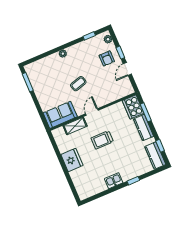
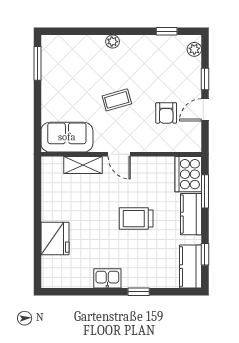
armchair: (107, 58) -> (166, 113), moved
door: (92, 112) -> (119, 154), swing flipped
trolley: (102, 140) -> (136, 219), moved
fridge: (72, 160) -> (55, 238), moved

